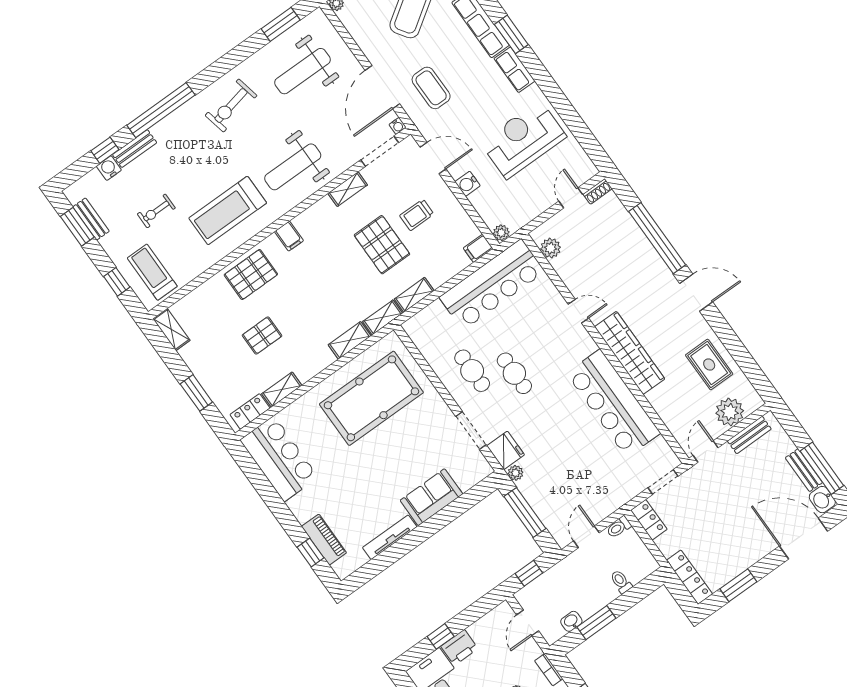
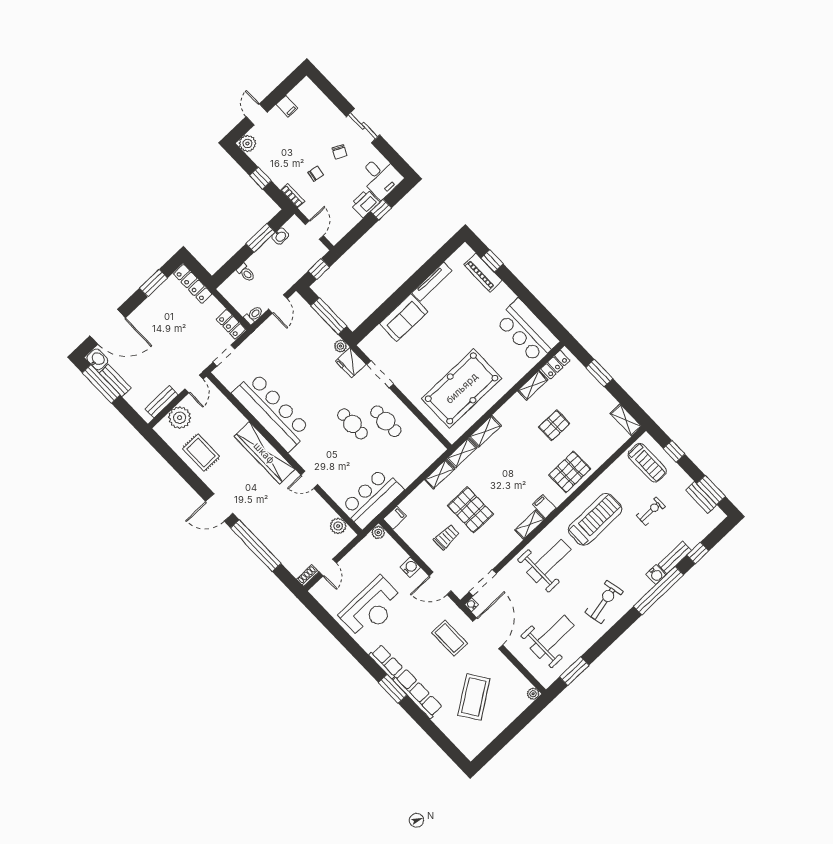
water cooler: (109, 168) -> (656, 575), moved
shelving: (348, 189) -> (530, 525), moved
bar counter: (492, 284) -> (372, 498), width x0.73

